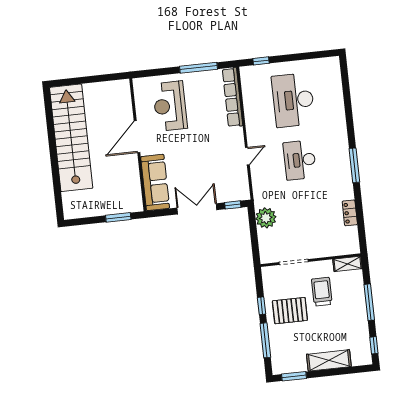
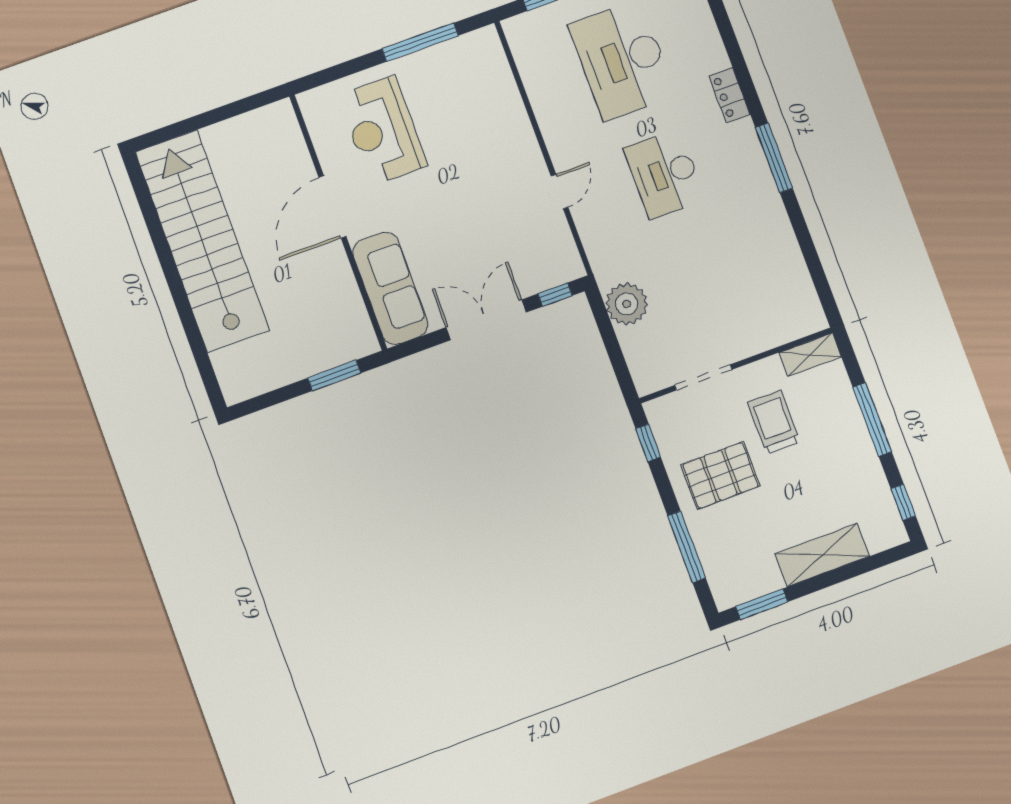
row of seats: (232, 97) -> (502, 84), removed
locker: (350, 213) -> (730, 95), moved
window: (262, 306) -> (648, 443), moved

